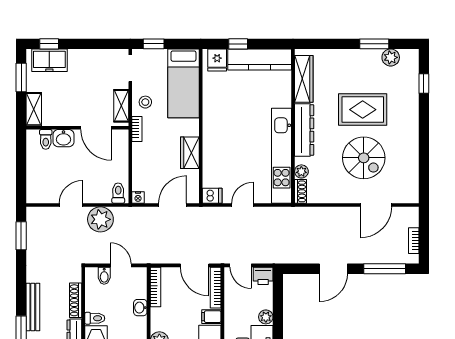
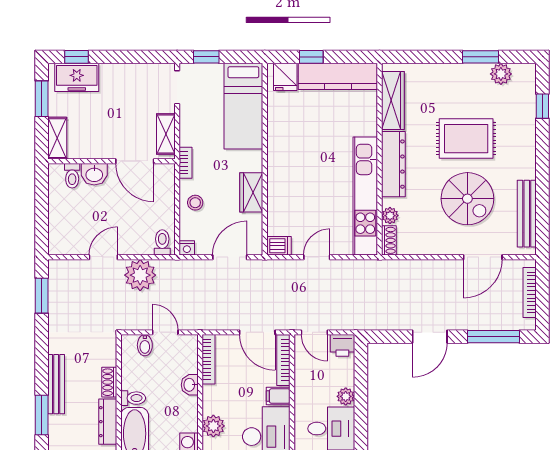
stool: (145, 102) -> (195, 203), moved
bench: (411, 170) -> (527, 214), added
bookcase: (414, 241) -> (530, 292), width x1.56
shoe rack: (76, 300) -> (109, 382), width x0.70

